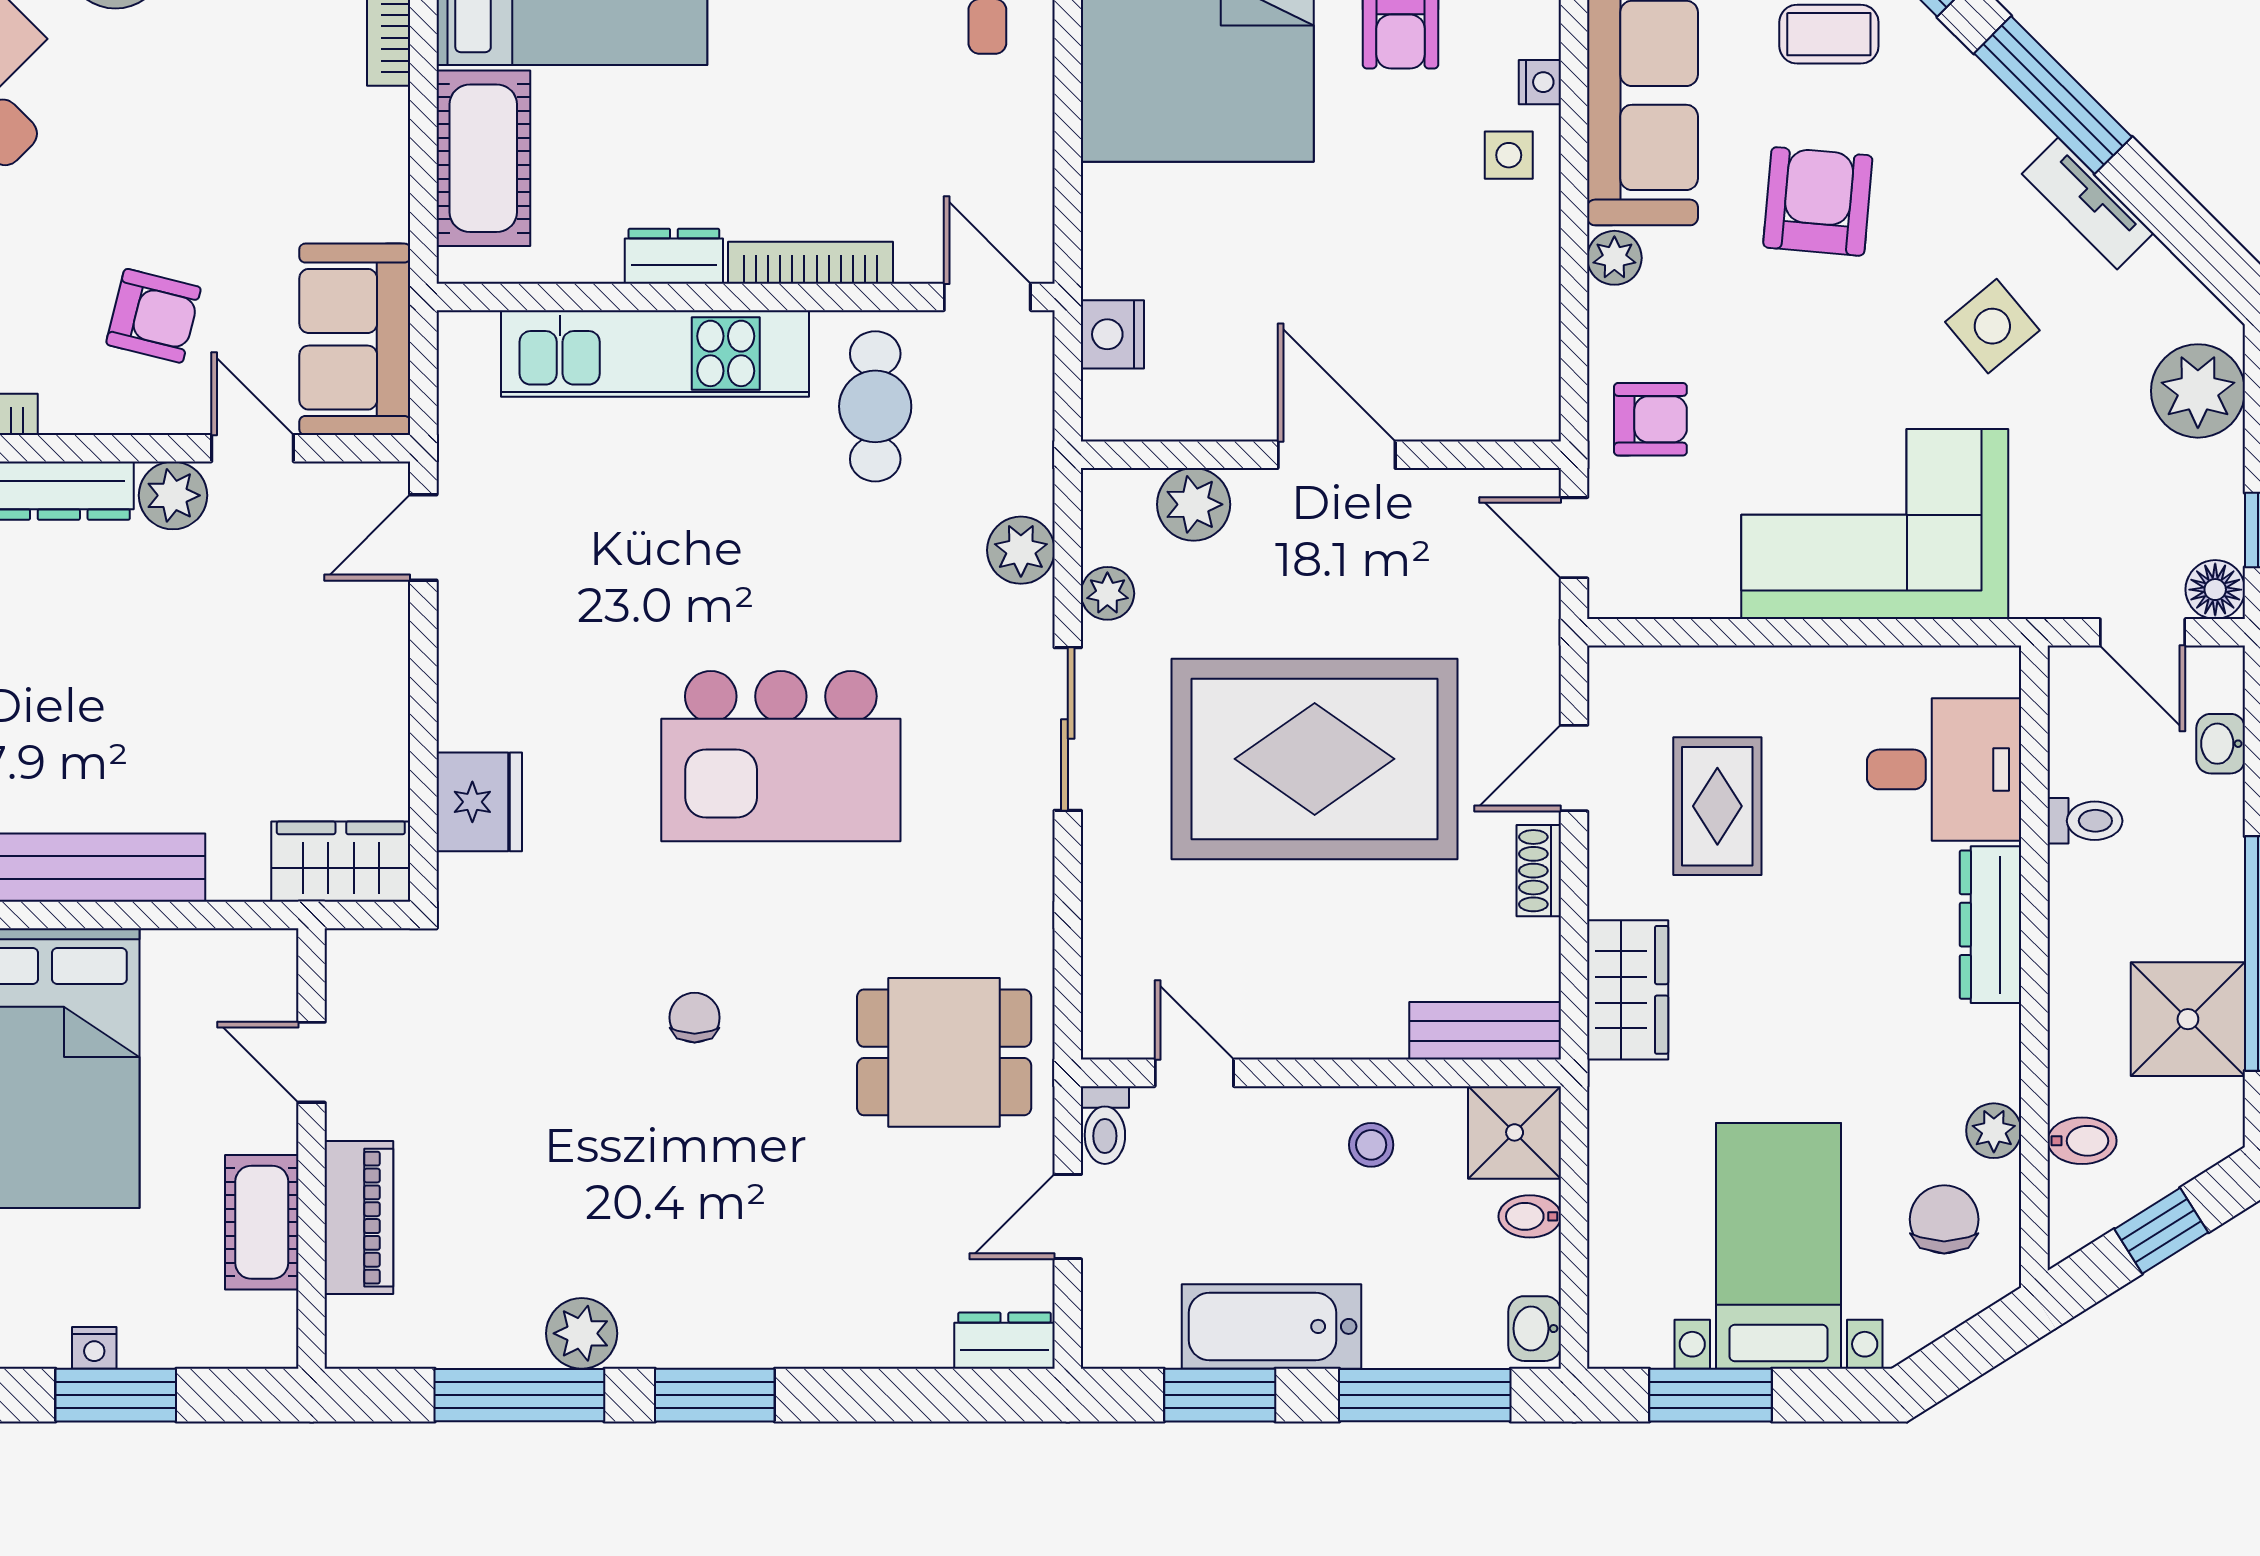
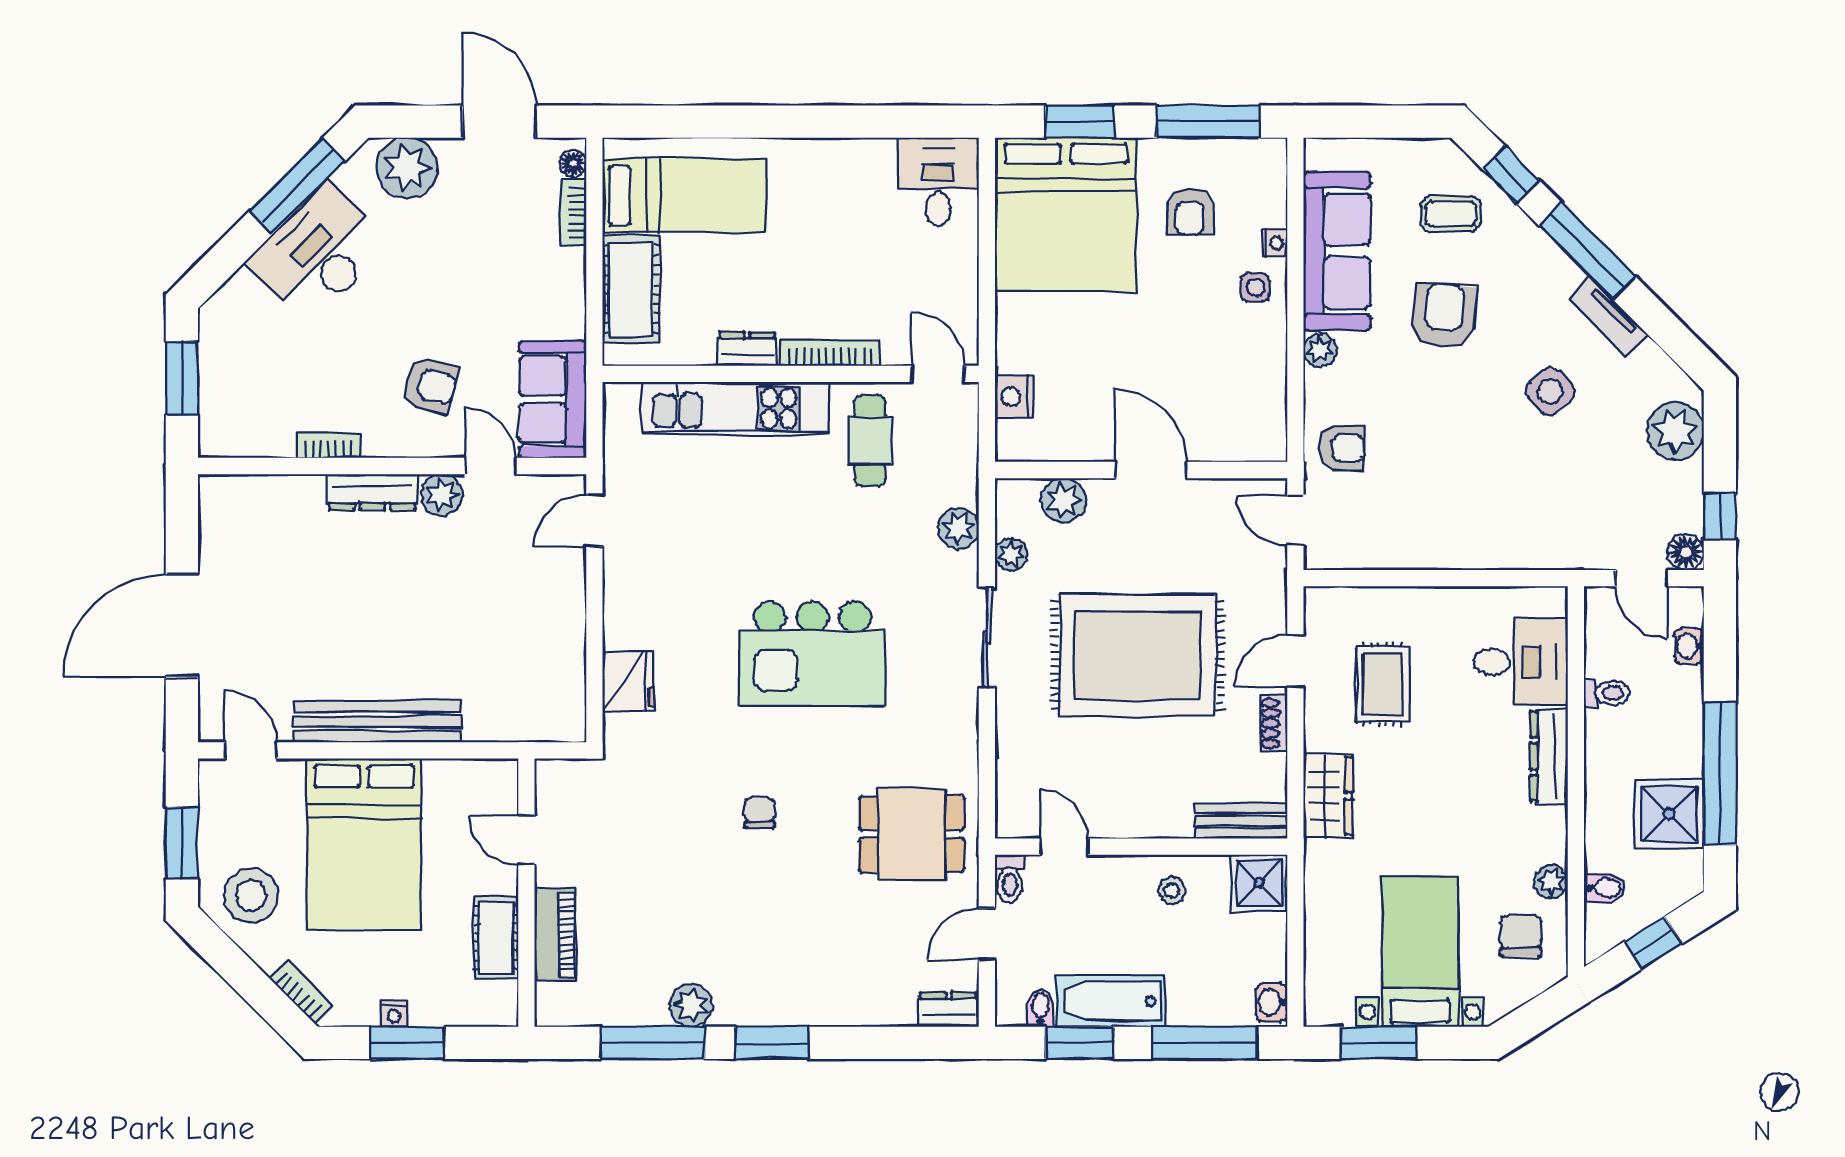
corner sofa: (1875, 524) -> (1479, 512), removed
wardrobe: (341, 862) -> (544, 718), removed
bidet: (1530, 1216) -> (1040, 1008), moved, turned 90

